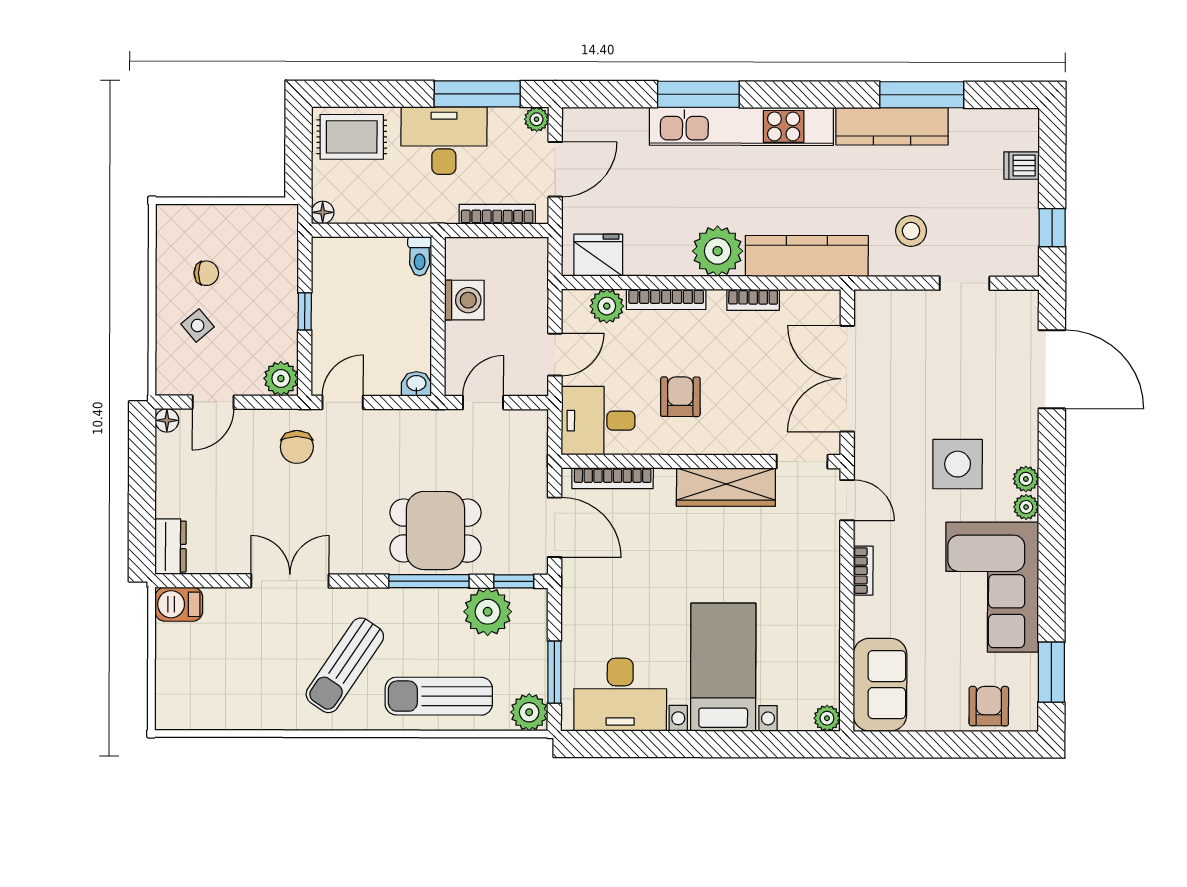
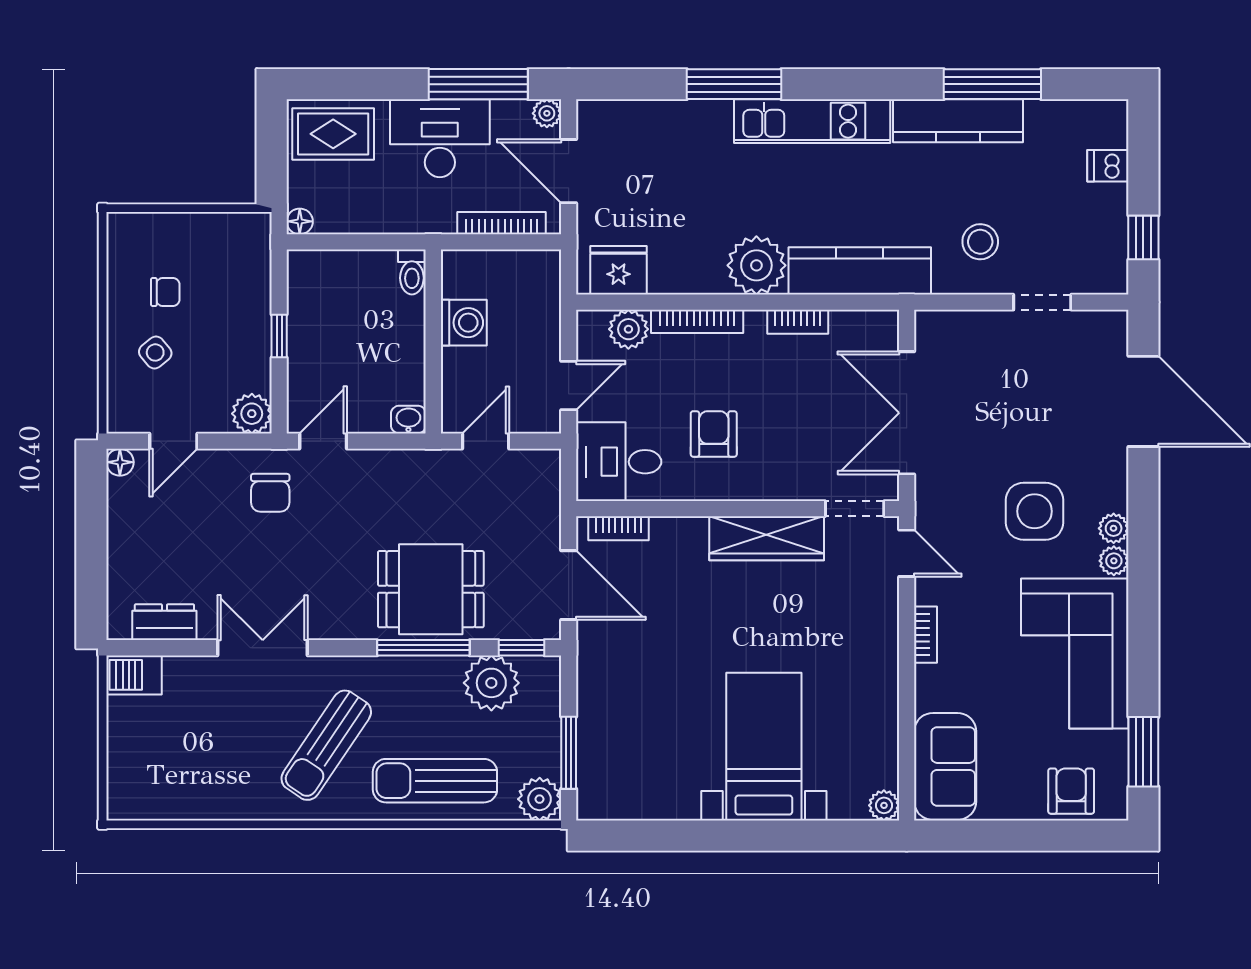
kitchen unit: (741, 126) -> (812, 121), width x0.73
door: (555, 169) -> (569, 171), swing flipped
bookcase: (613, 478) -> (619, 528), width x0.64
dresser: (171, 547) -> (164, 622), moved, turned -90
desk: (620, 695) -> (645, 779), removed

